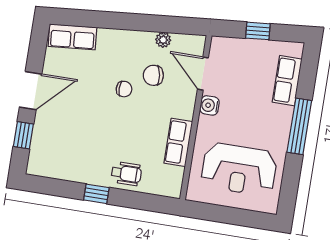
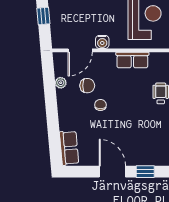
chair: (153, 75) -> (87, 86), turned -82

